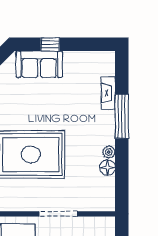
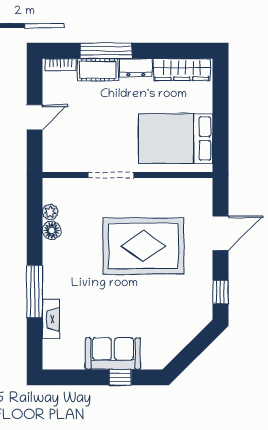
sofa: (39, 64) -> (113, 354), moved
plant: (109, 152) -> (50, 212), moved

